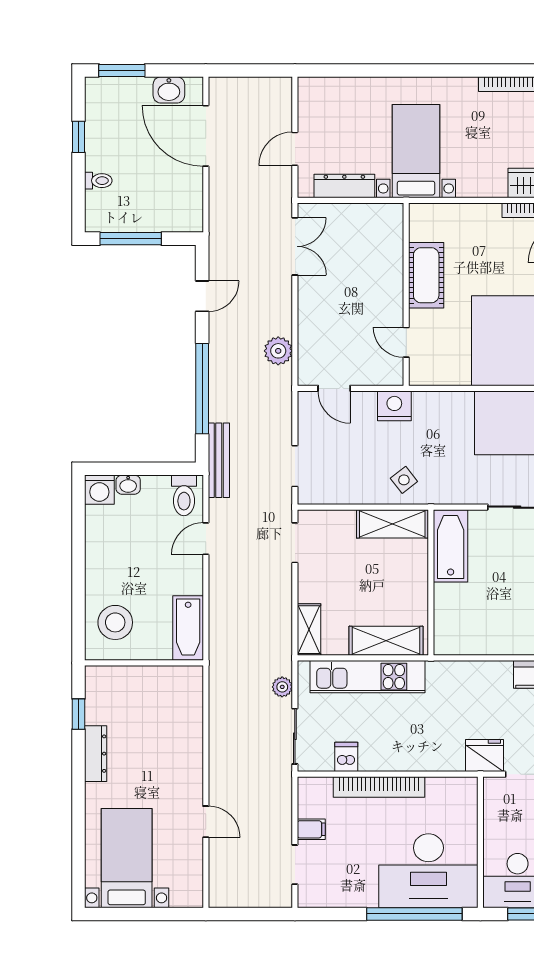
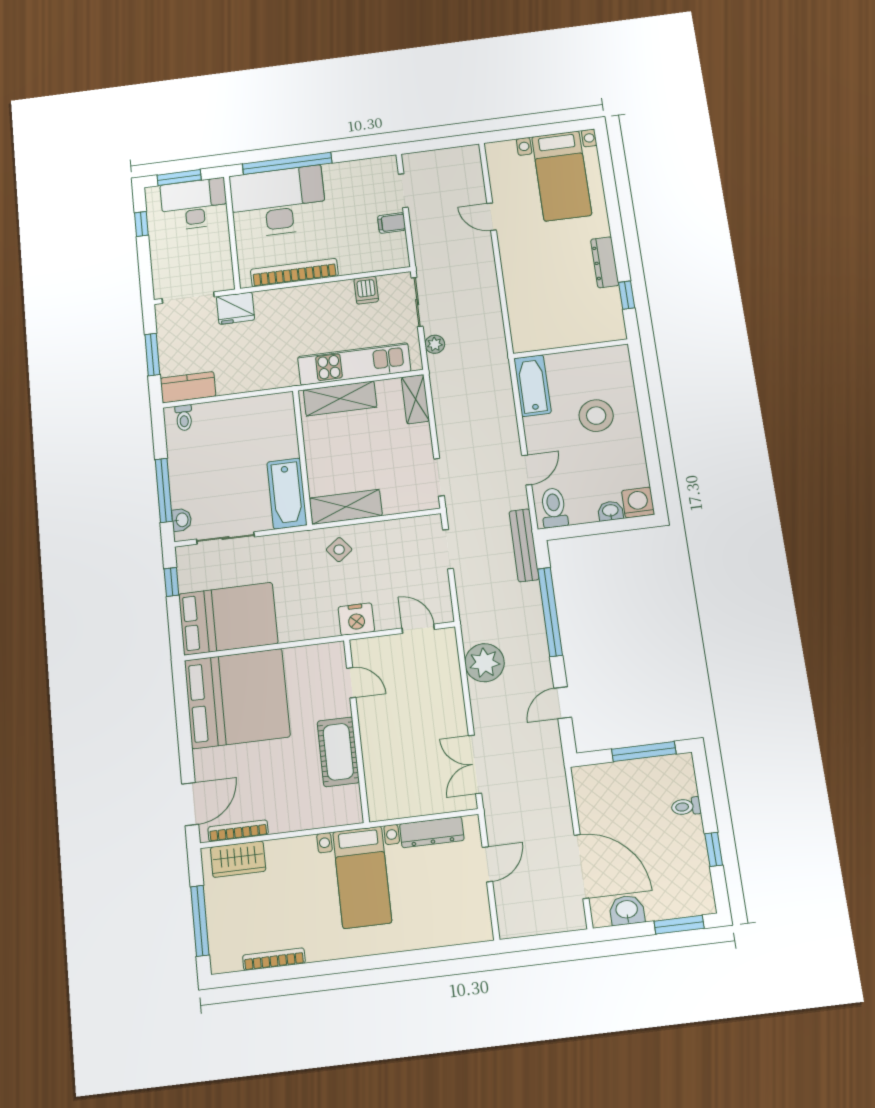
plant: (278, 351) -> (485, 663), width x1.36, depth x1.36
stool: (115, 622) -> (596, 416), moved
bookcase: (379, 787) -> (294, 273), moved

